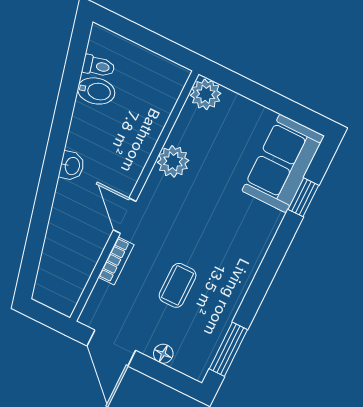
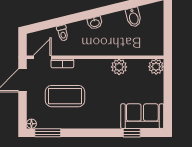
toilet: (98, 66) -> (63, 33), moved
door: (125, 216) -> (42, 57), moved
coffee table: (178, 285) -> (65, 96), width x1.86, depth x1.72
floor lamp: (163, 354) -> (31, 124), moved

